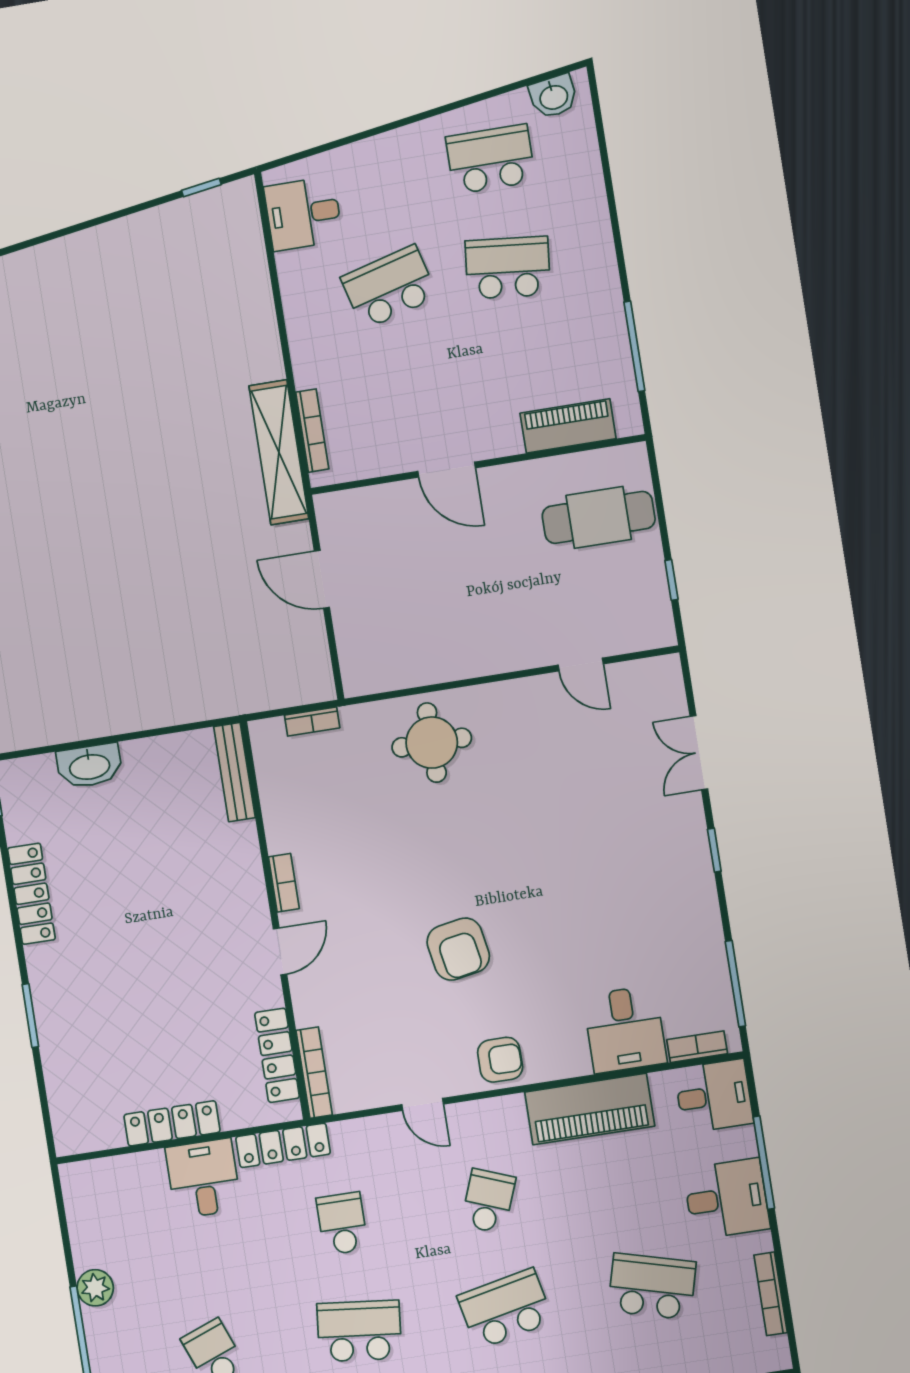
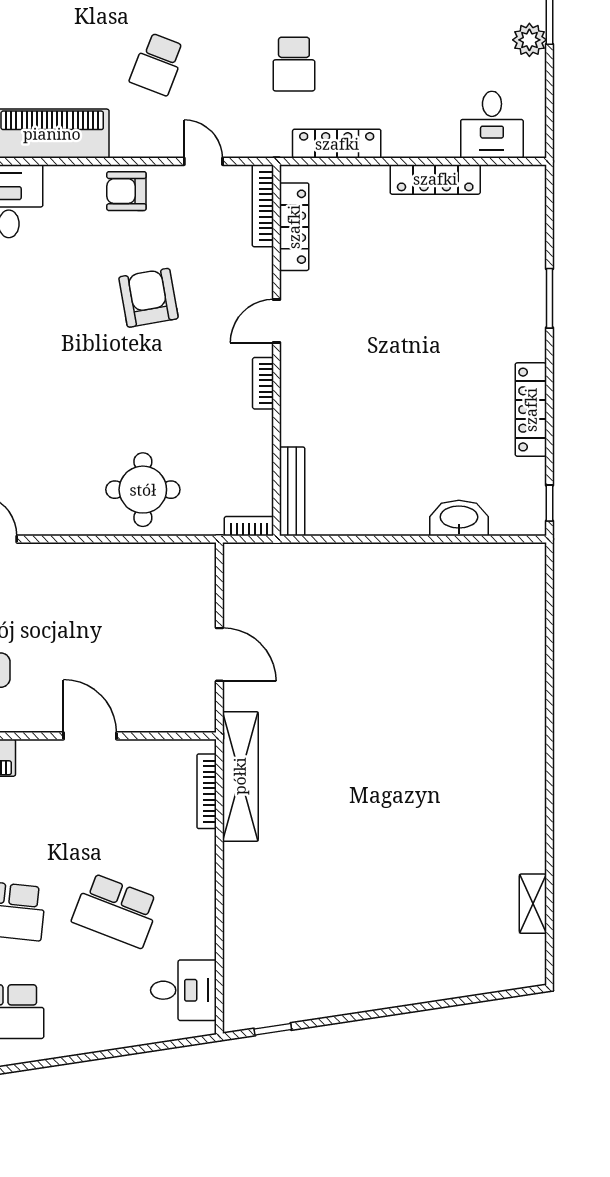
school desk: (389, 287) -> (116, 910), turned 36
bench: (234, 772) -> (292, 491), moved
bookcase: (284, 883) -> (263, 383), moved
wall: (275, 920) -> (277, 350), moved
door: (280, 952) -> (277, 321), moved
locker: (277, 1055) -> (294, 227), moved
bookcase: (314, 1073) -> (263, 206), moved
desk: (203, 1178) -> (492, 125), moved

